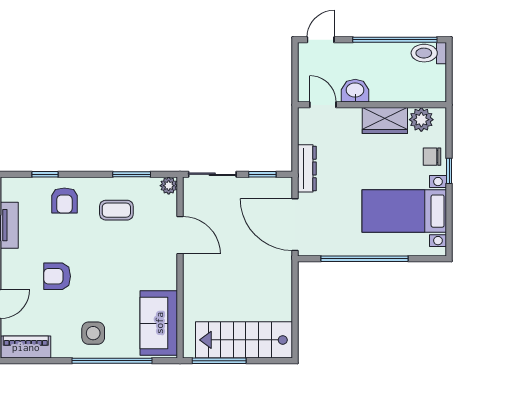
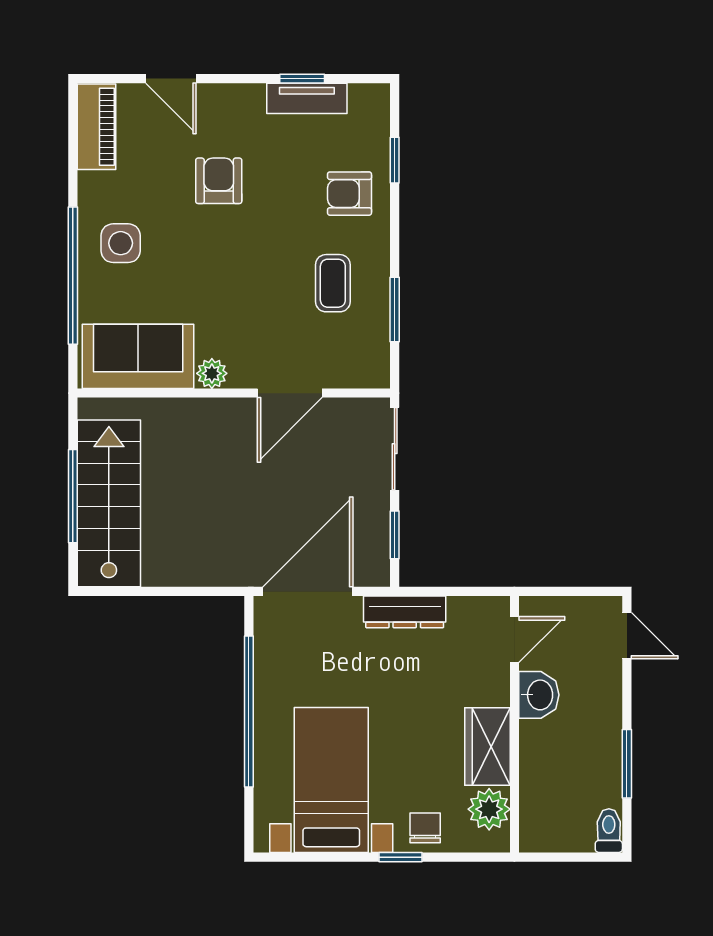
window: (395, 40) -> (627, 764), width x0.47
toilet: (429, 53) -> (609, 831), width x0.73, depth x0.72
plant: (169, 186) -> (212, 373), moved
window: (219, 361) -> (73, 496), moved

